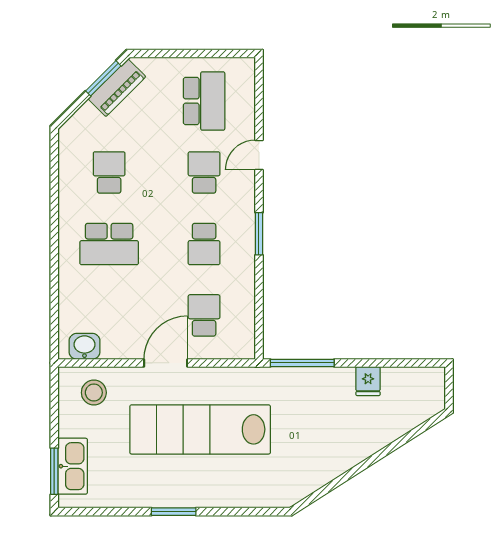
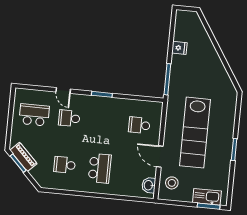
school desk: (204, 244) -> (104, 122), removed
door: (166, 363) -> (160, 157), moved

